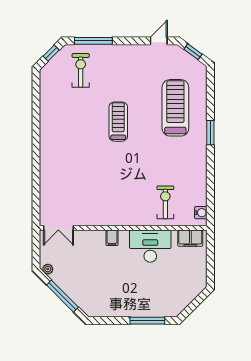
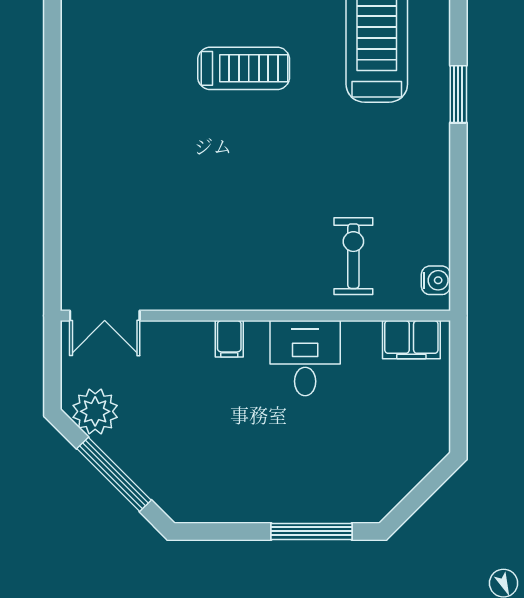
treadmill: (118, 122) -> (244, 68), turned 90
desk: (150, 246) -> (305, 358), width x0.73
plant: (48, 269) -> (95, 411), width x1.88, depth x1.88

